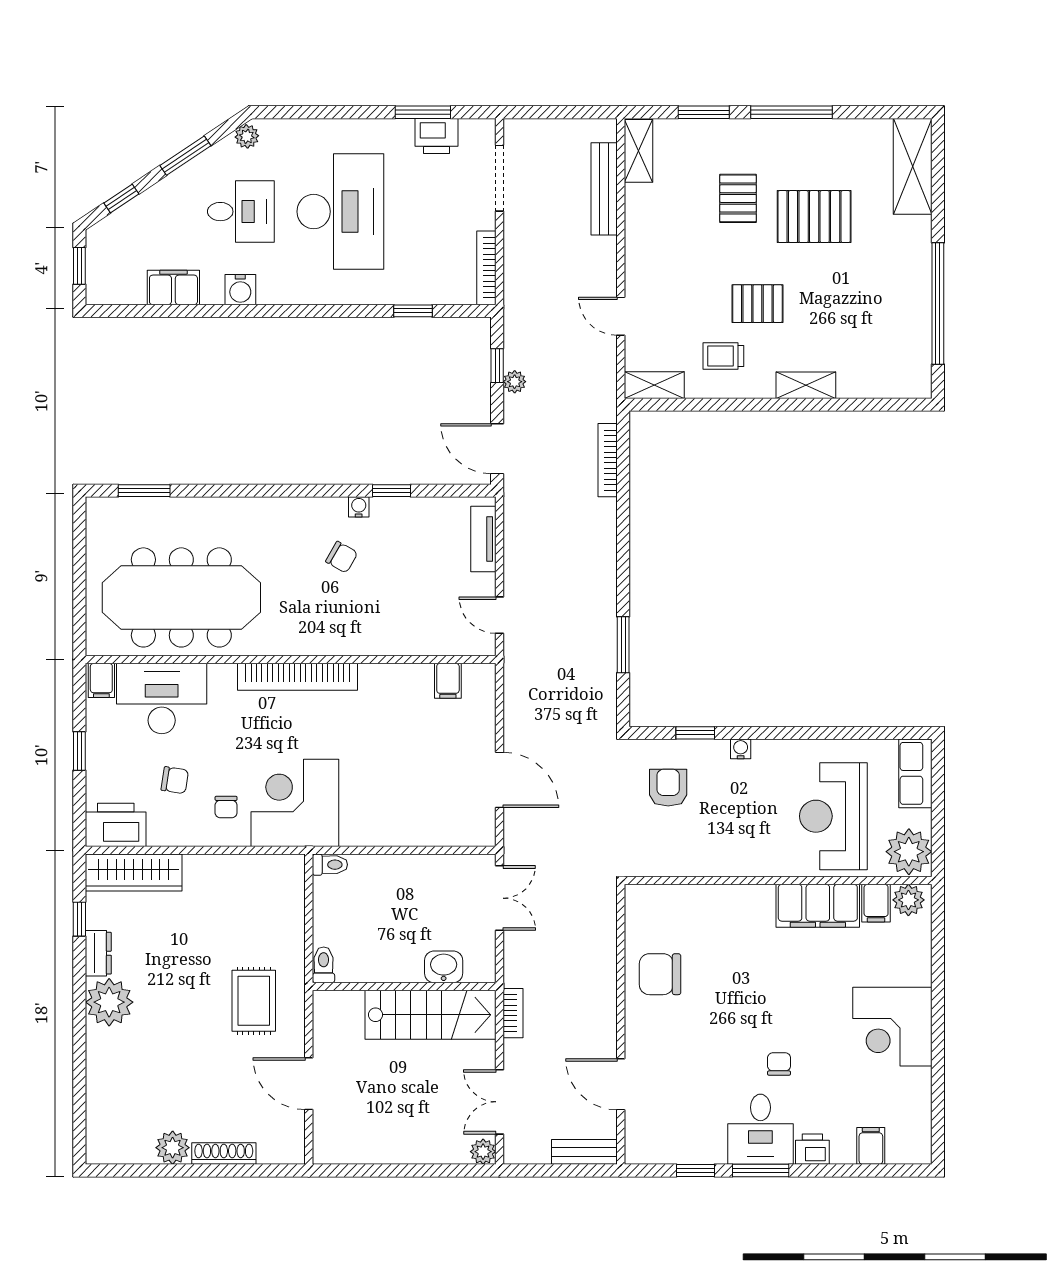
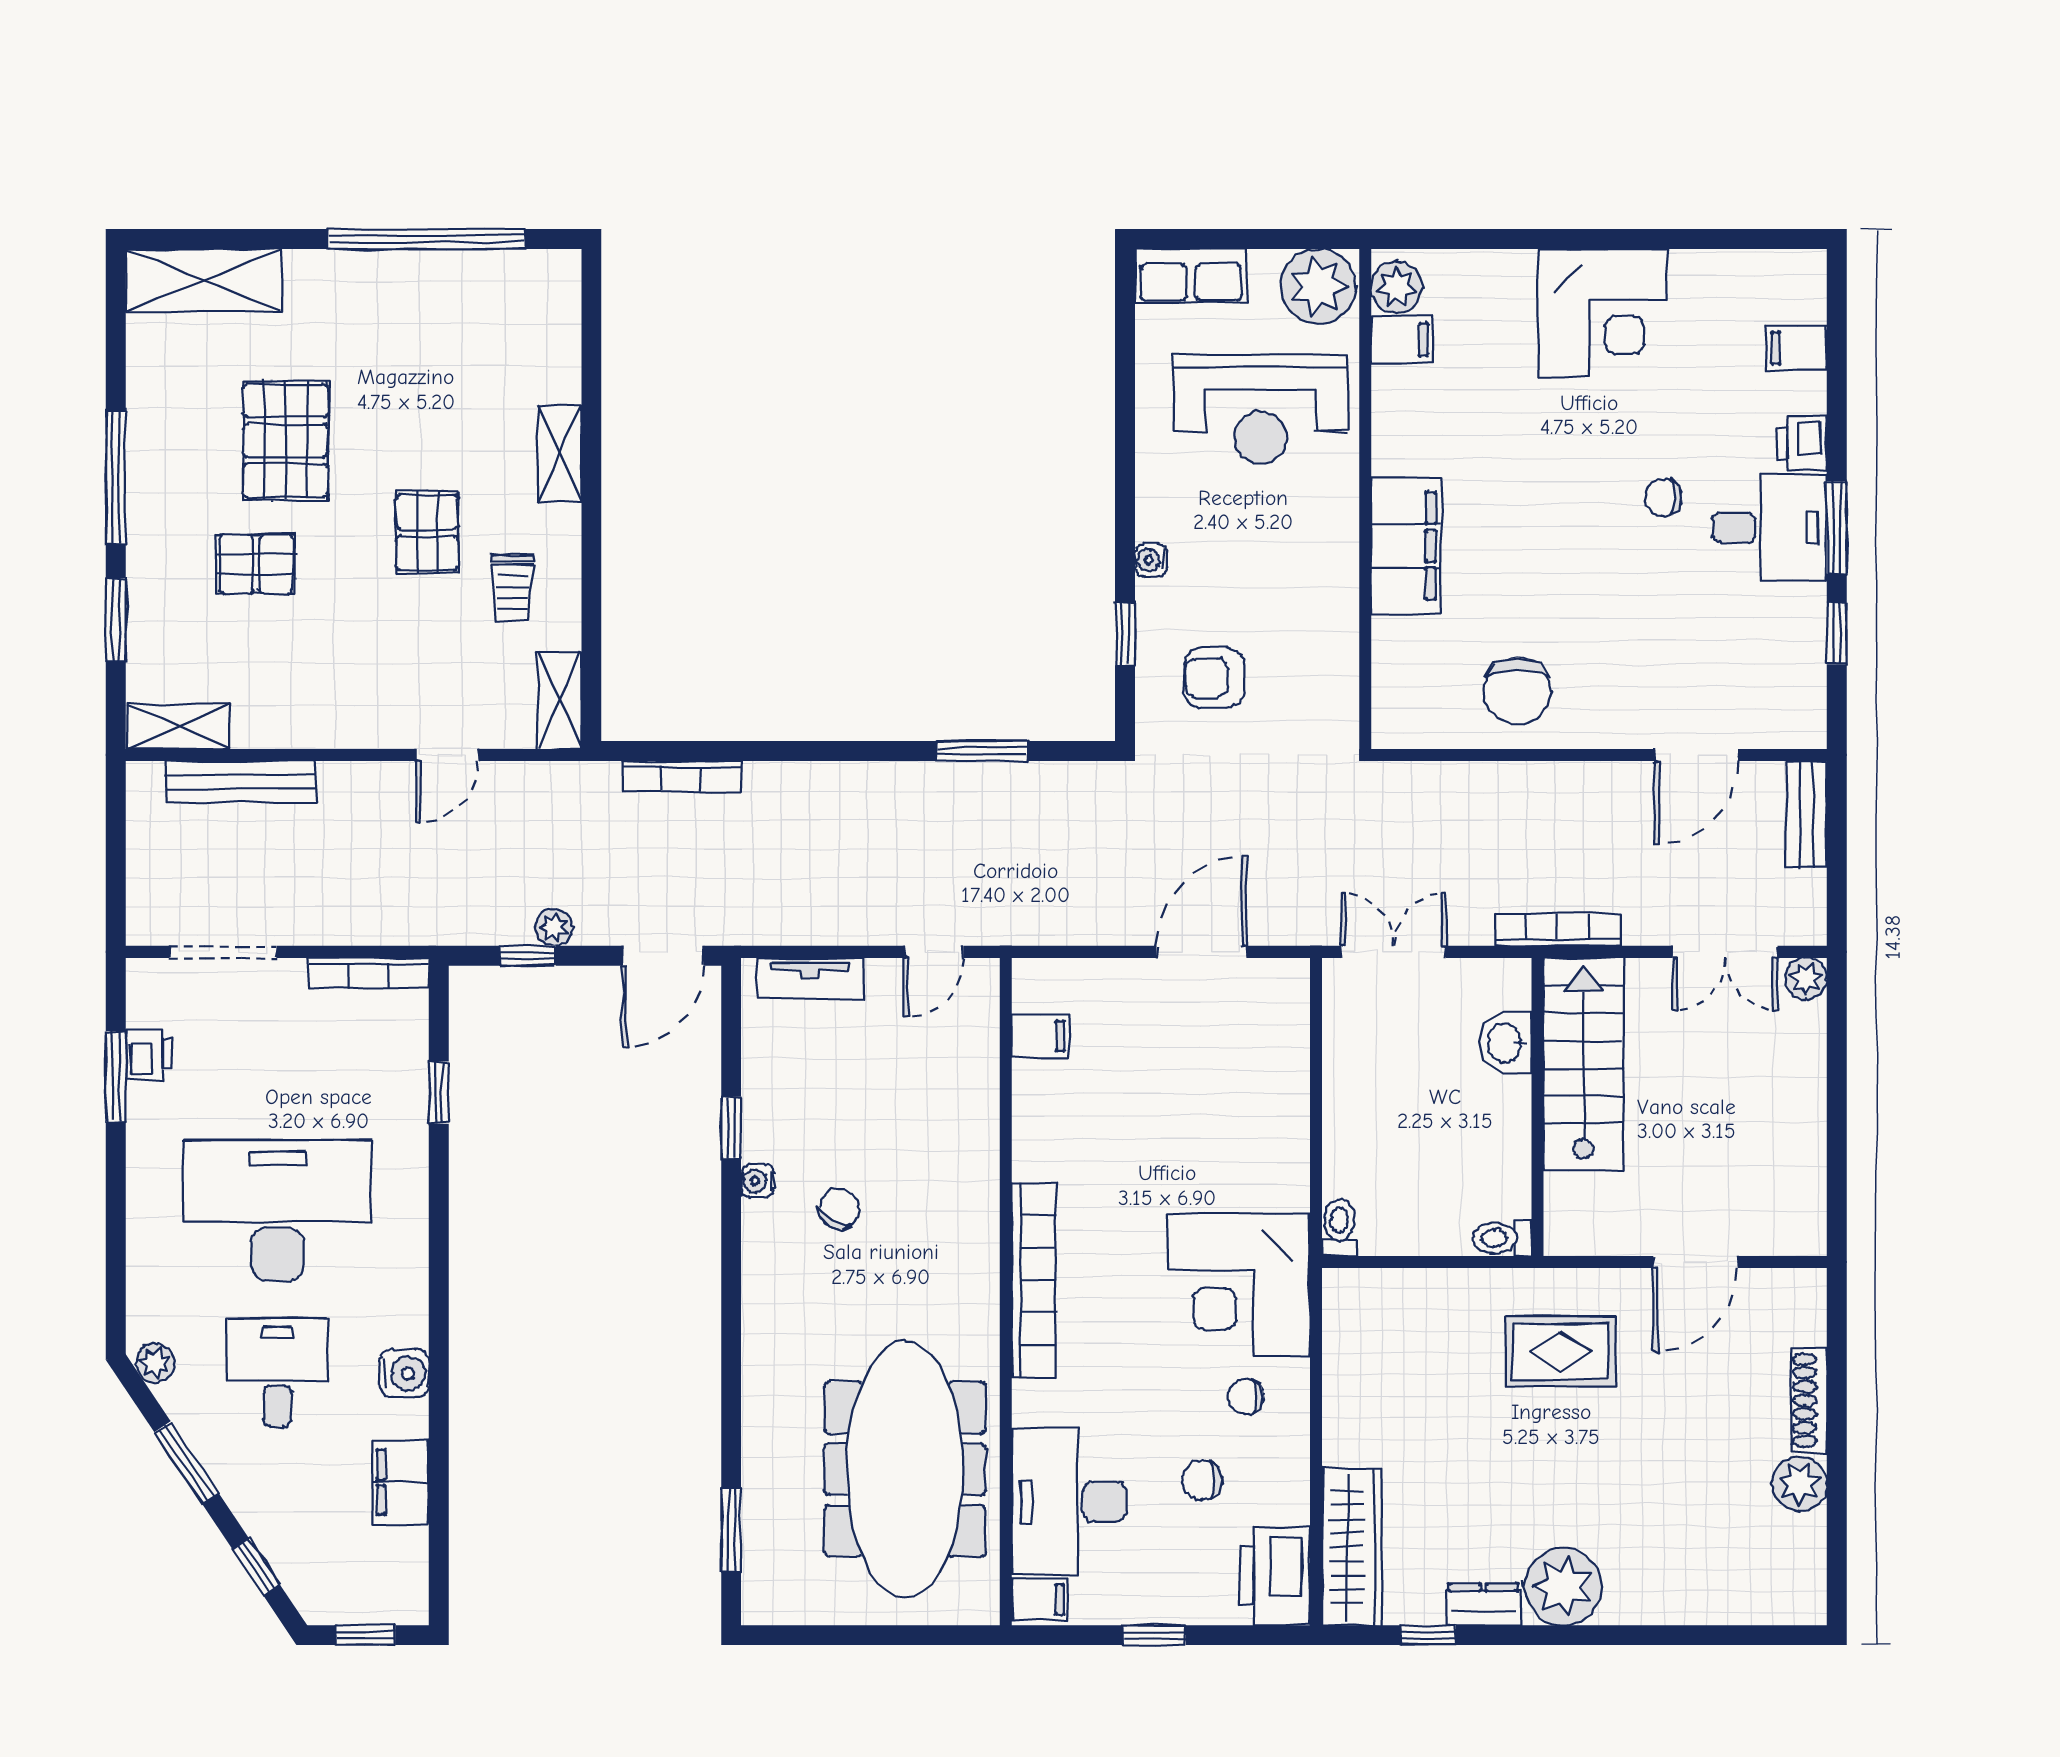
printer: (437, 136) -> (149, 1054), width x0.73, depth x0.81
chair: (175, 780) -> (1202, 1480), turned -99
chair: (226, 807) -> (1246, 1397), turned 180
filing cabinet: (818, 906) -> (1406, 546), moved
bookcase: (513, 1013) -> (1558, 930), width x1.56

